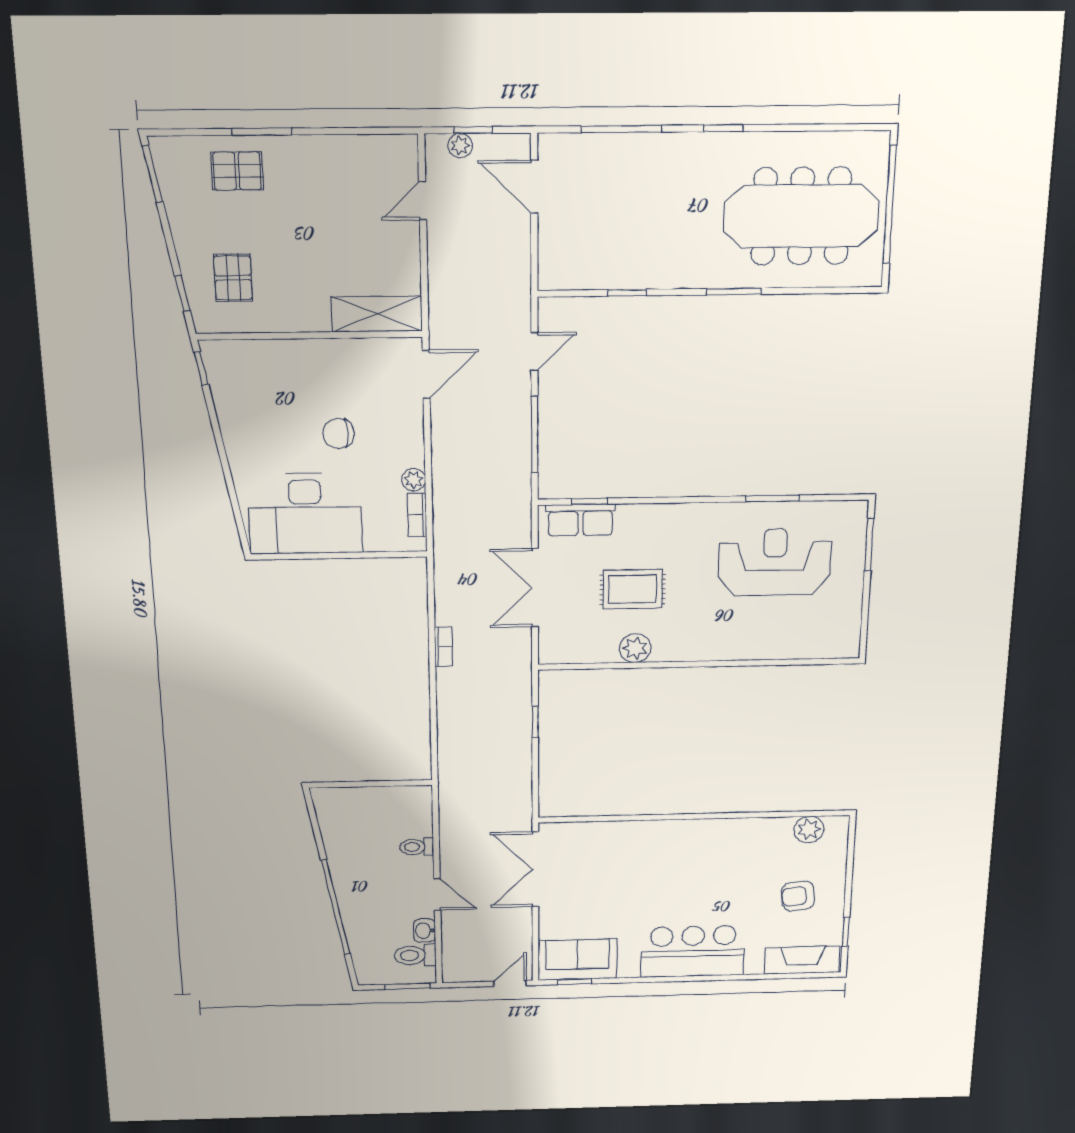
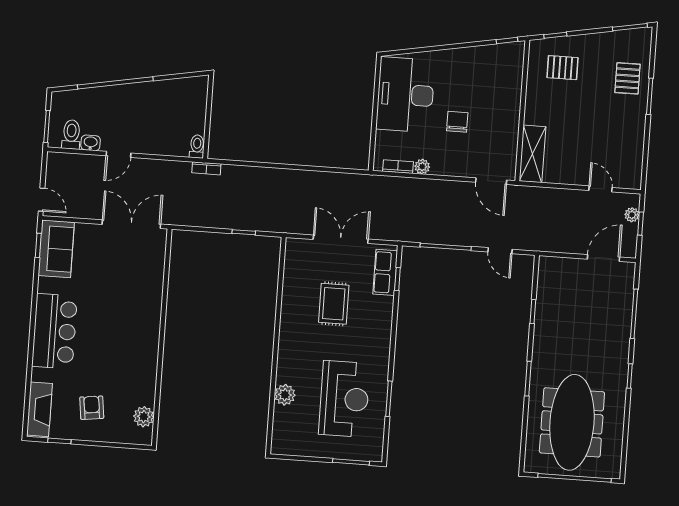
bookcase: (443, 647) -> (206, 168), moved
plant: (635, 648) -> (285, 395), moved
toilet: (417, 847) -> (197, 147), moved

